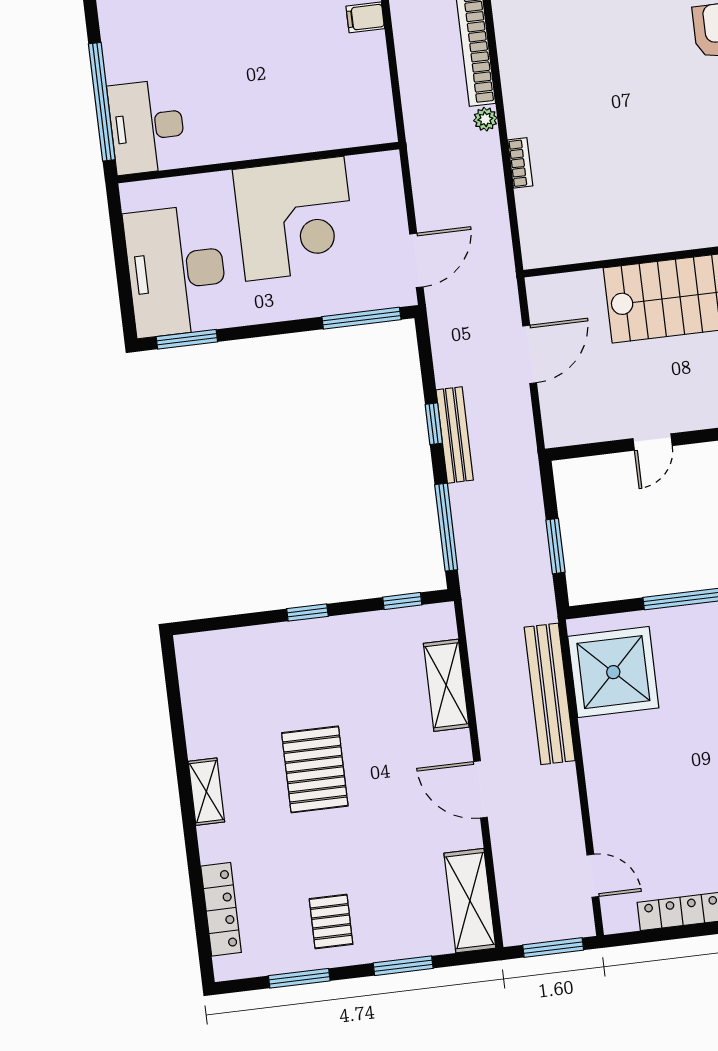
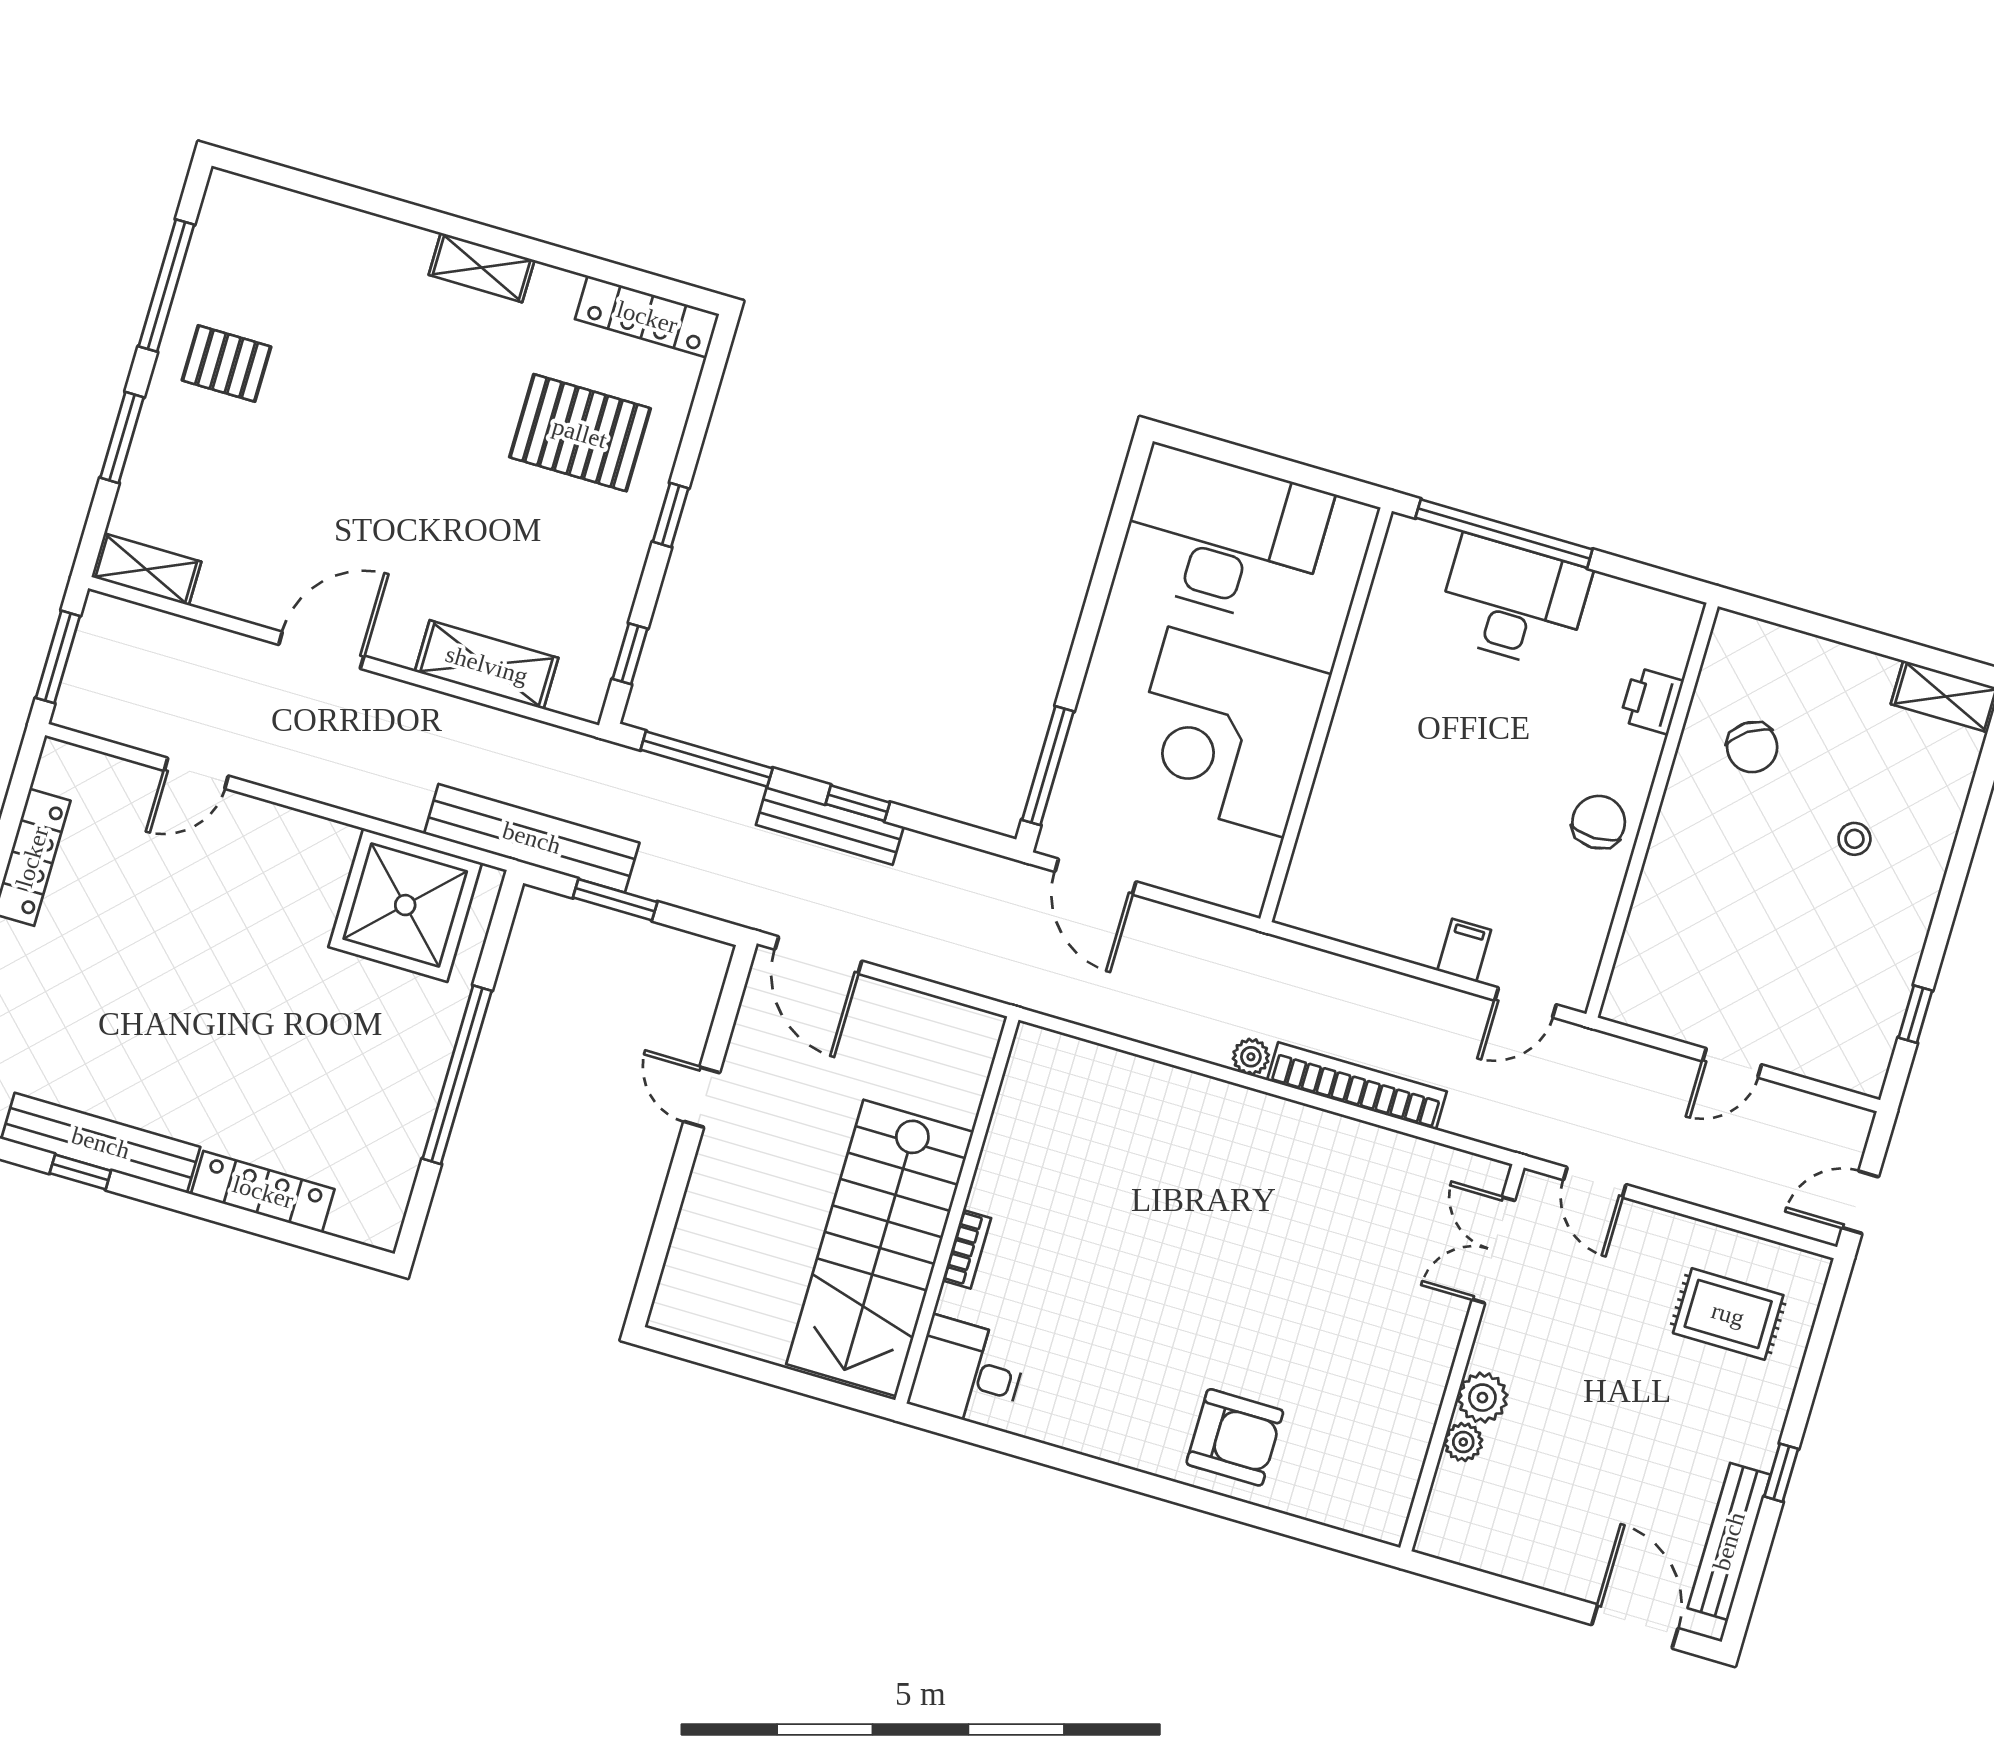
desk: (147, 127) -> (1513, 602), moved
bookcase: (520, 163) -> (967, 1249), moved, turned -90
window: (187, 339) -> (1123, 510), removed
door: (530, 354) -> (818, 955), moved
bench: (550, 694) -> (532, 838), moved
pallet: (315, 769) -> (580, 433), moved
door: (593, 876) -> (196, 773), moved
shelving: (470, 901) -> (146, 569), width x0.67, depth x0.75
locker: (221, 909) -> (647, 317), moved
window: (299, 978) -> (166, 285), width x1.44

